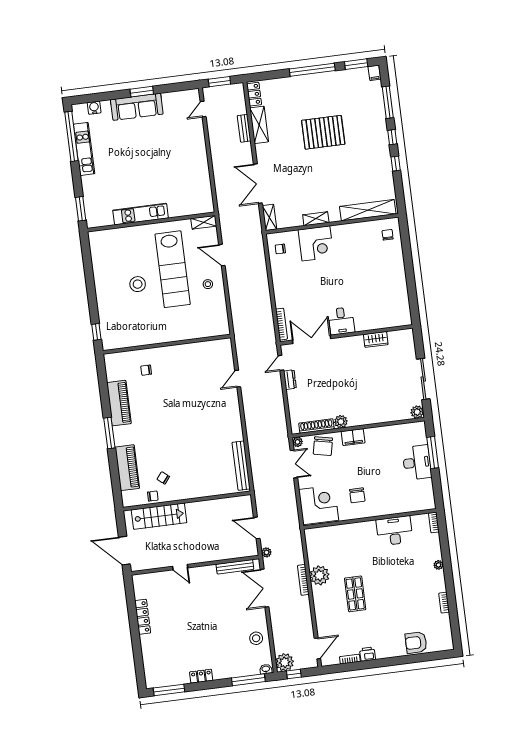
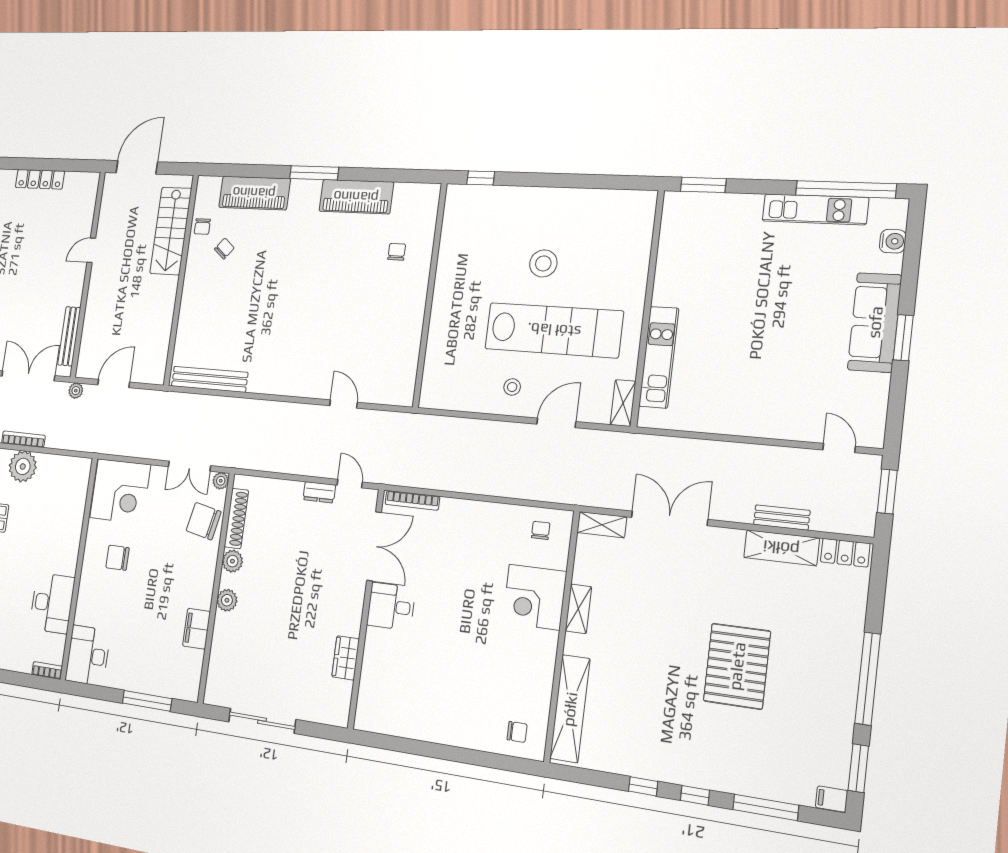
kitchen unit: (141, 214) -> (659, 357), moved
lab bench: (173, 269) -> (554, 330), turned 180
plant: (417, 412) -> (227, 600), moved
filing cabinet: (353, 437) -> (197, 629), moved
desk: (417, 462) -> (88, 656), moved, turned 90

